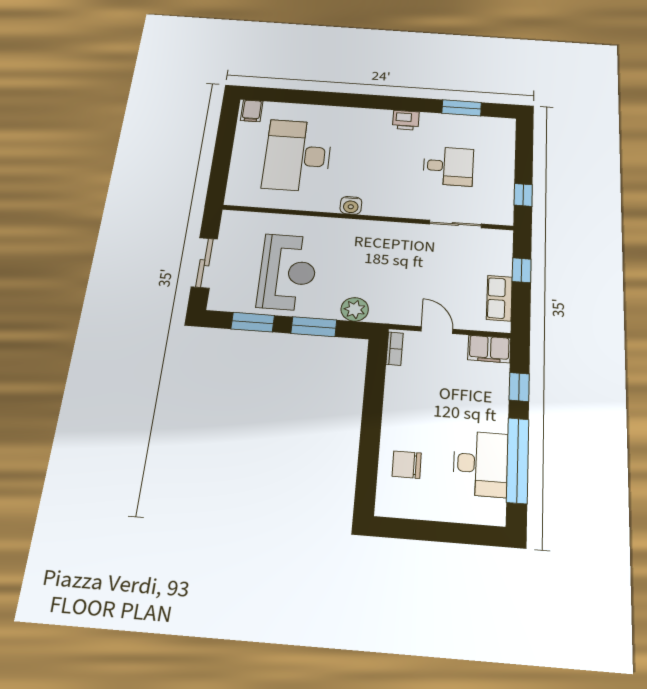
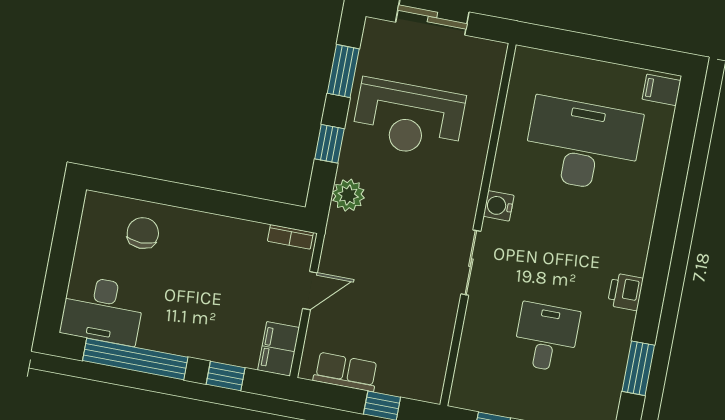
desk: (448, 166) -> (546, 337), turned 180
sliding door: (455, 224) -> (471, 263), moved
window: (314, 327) -> (329, 144), width x0.67
desk: (481, 464) -> (102, 310), moved

